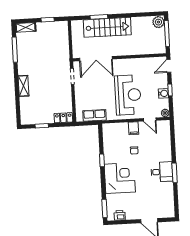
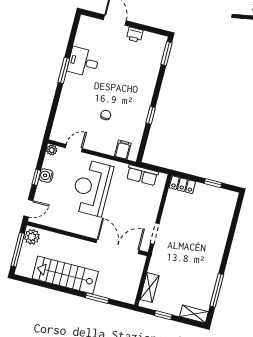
plant: (158, 22) -> (32, 237), moved
stairs: (107, 27) -> (65, 275), moved
shelving: (24, 86) -> (149, 288), moved
door: (150, 119) -> (74, 148), hinge flipped
filing cabinet: (134, 128) -> (123, 150), moved
desk: (162, 172) -> (83, 62), moved
corner desk: (120, 178) -> (135, 86), removed
printer: (120, 215) -> (135, 35), moved

